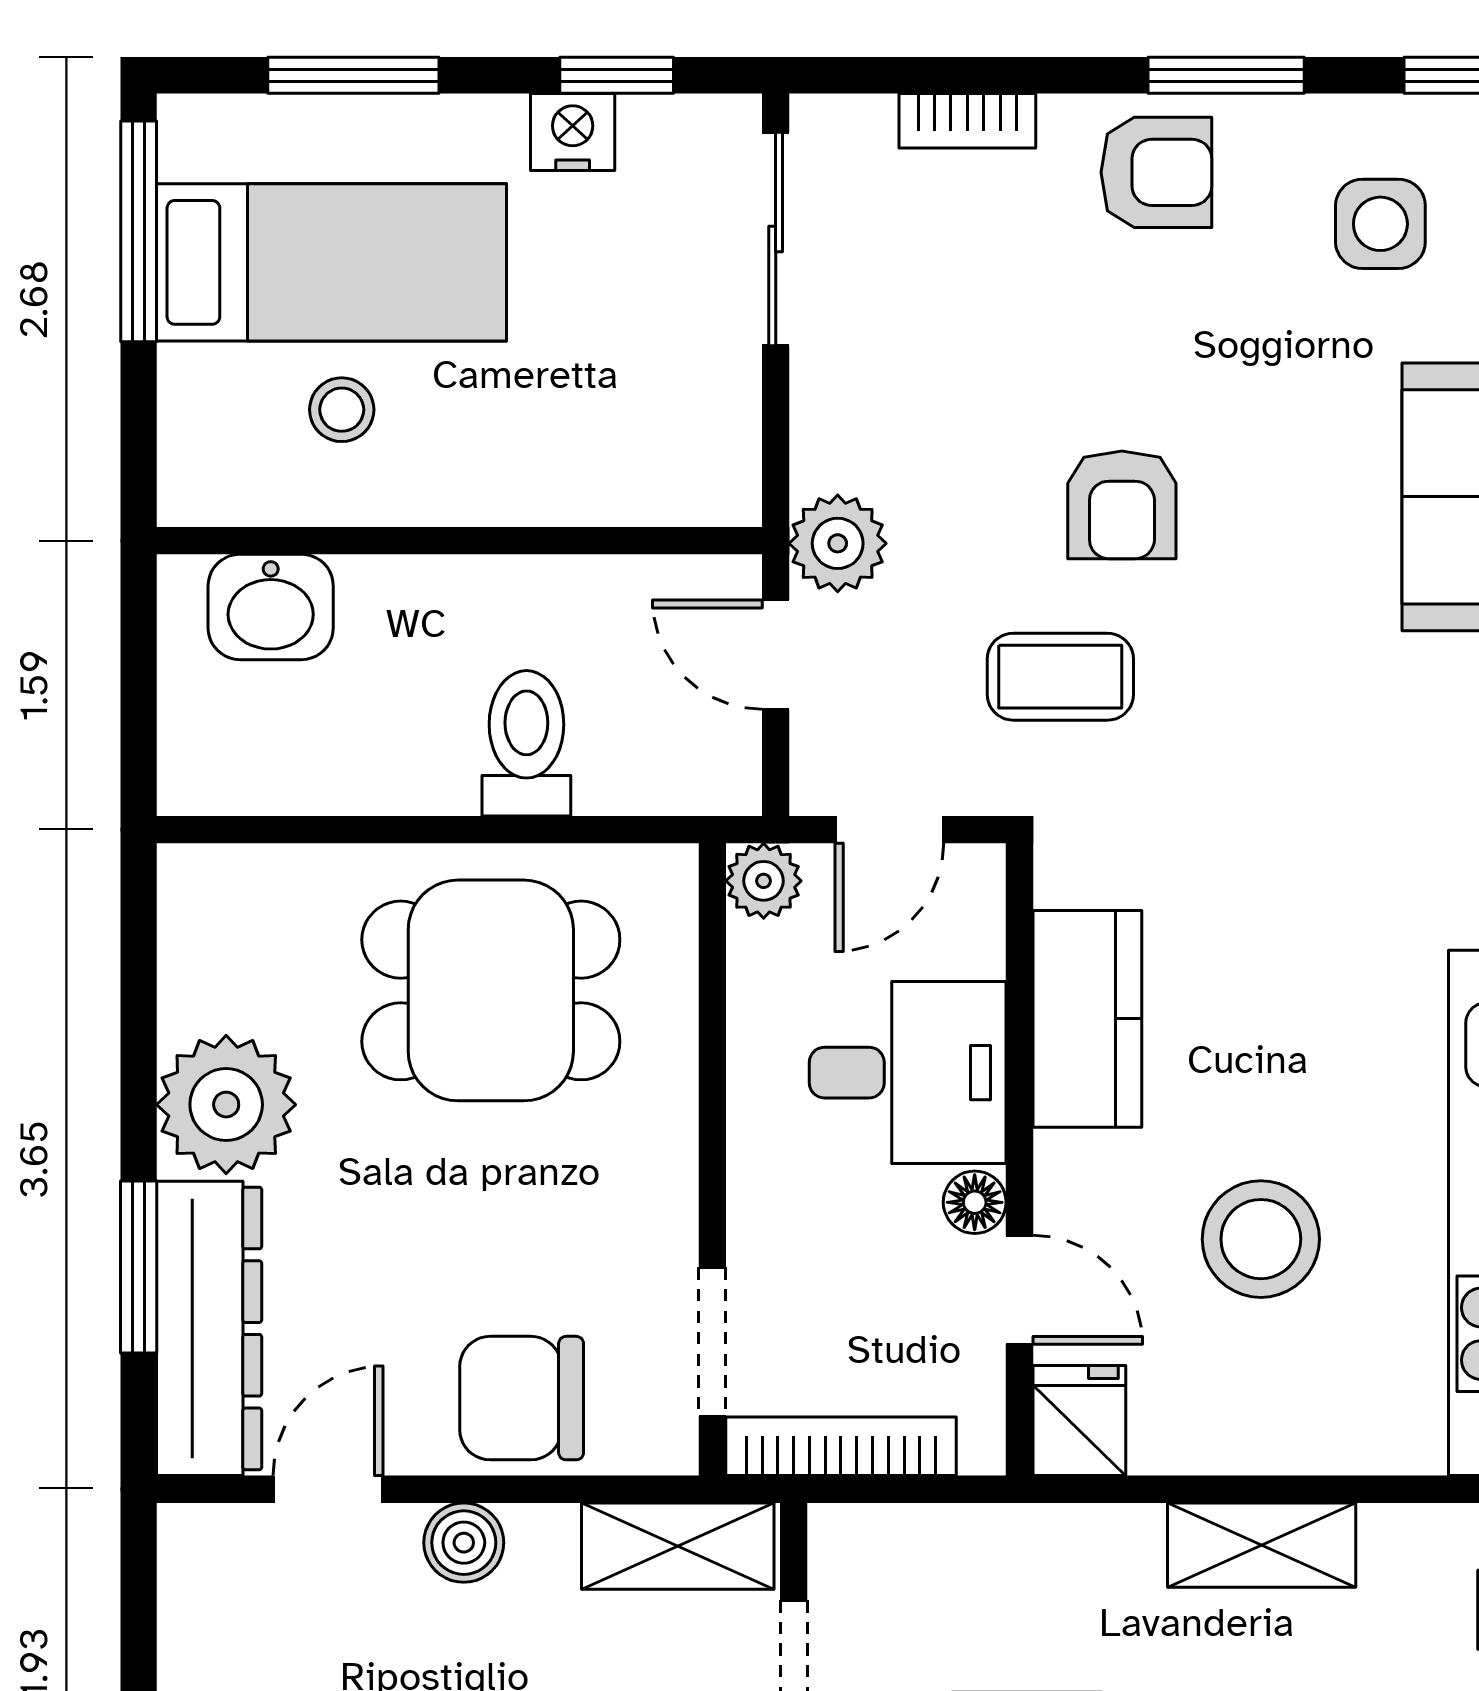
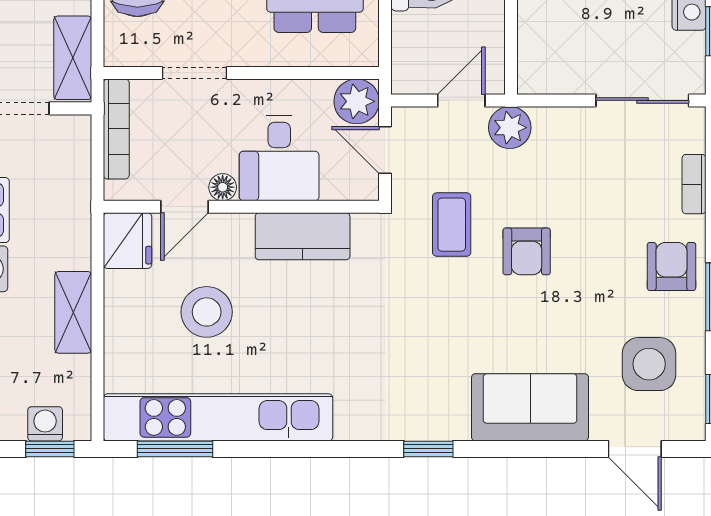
armchair: (1156, 172) -> (671, 266), turned 180
side table: (1380, 224) -> (649, 364), width x1.37, depth x1.37
armchair: (1122, 505) -> (527, 251), turned -90
plant: (764, 881) -> (357, 101), width x1.38, depth x1.38
doorway: (712, 1342) -> (194, 73), moved
fridge: (1079, 1421) -> (128, 241), width x1.38

